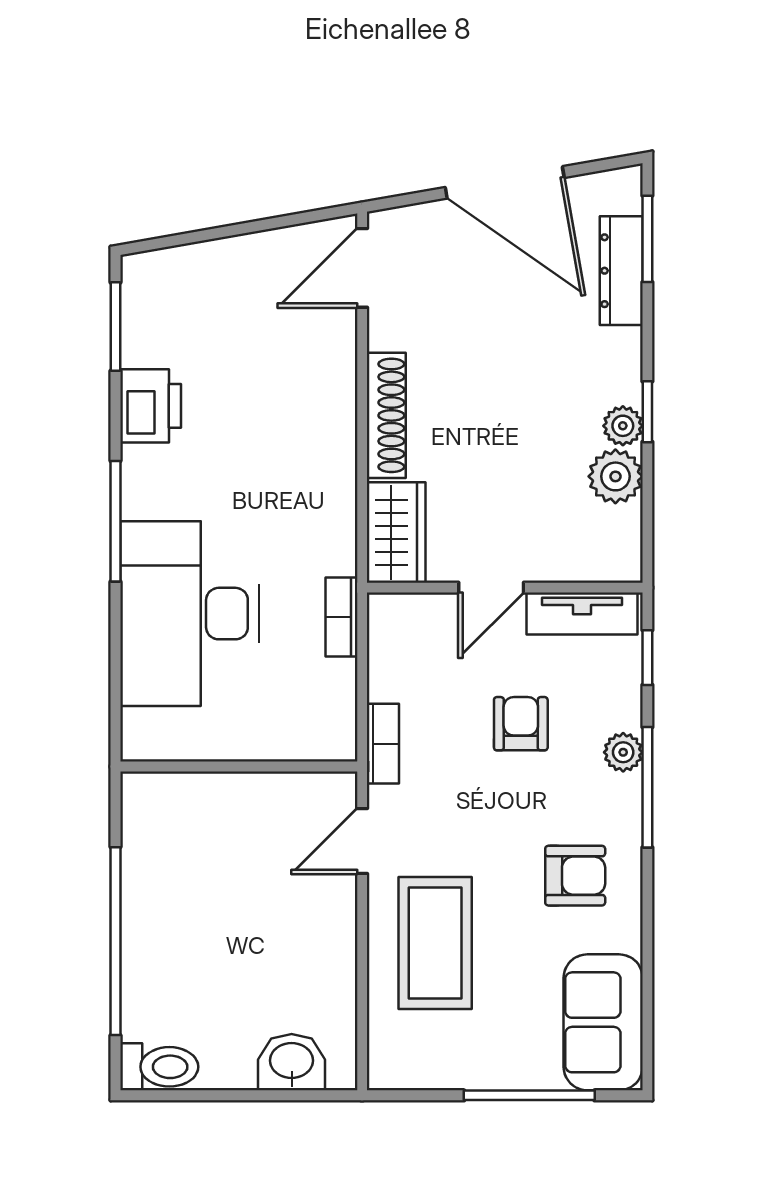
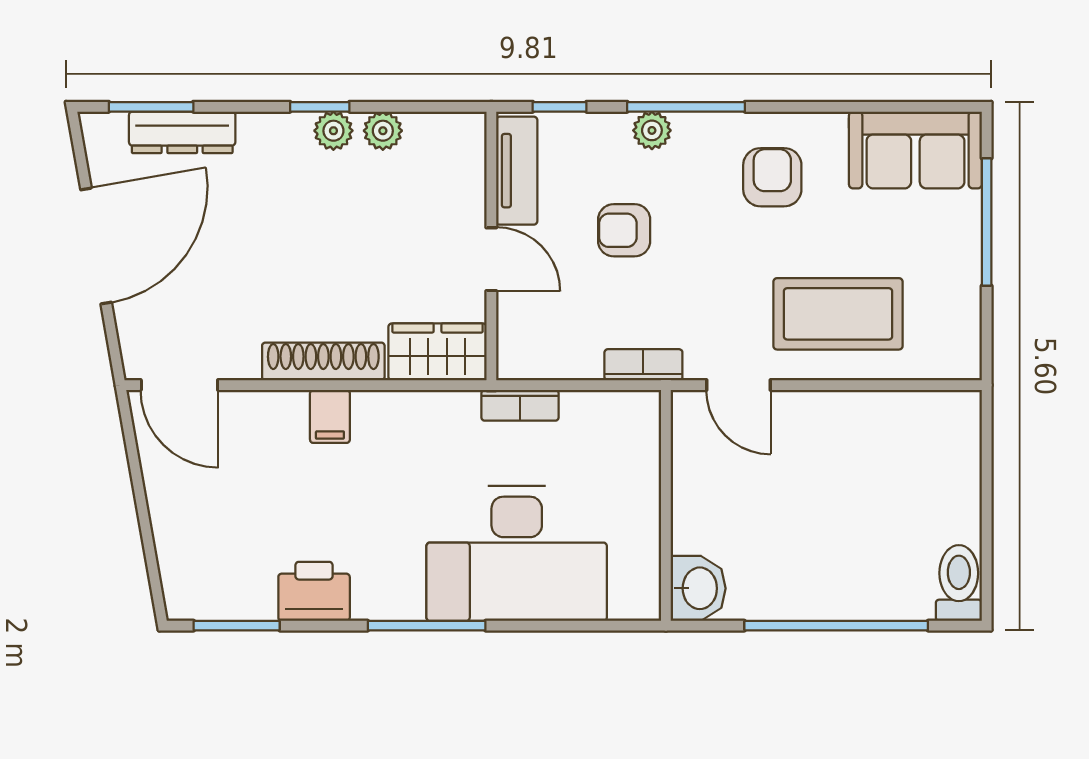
filing cabinet: (330, 422) -> (330, 416), added
plant: (615, 476) -> (383, 131), width x0.73, depth x0.73
washbasin: (292, 1062) -> (698, 588), moved, turned 180

